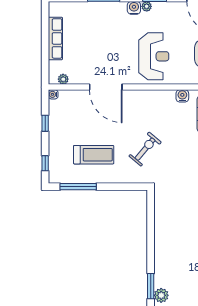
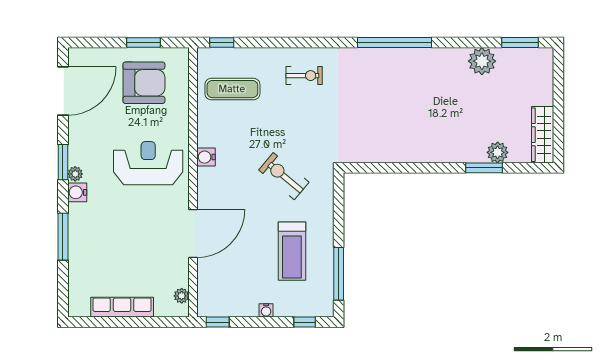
water cooler: (53, 94) -> (266, 310), moved
water cooler: (182, 96) -> (206, 157), moved
window: (45, 123) -> (218, 322), moved
treadmill: (94, 155) -> (292, 251), turned 180

